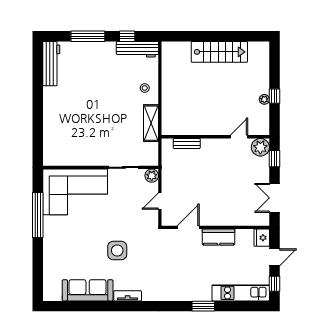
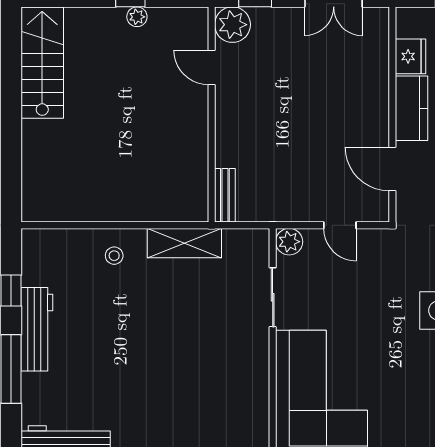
workbench: (137, 49) -> (37, 329), moved
stairs: (219, 52) -> (42, 63), moved
bench: (187, 143) -> (225, 195), moved
fridge: (262, 238) -> (410, 56), moved, turned -90

